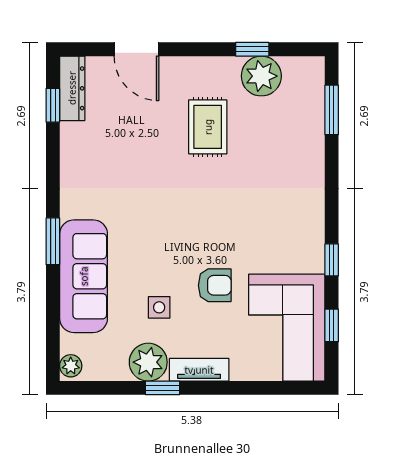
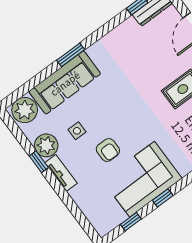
corner sofa: (287, 328) -> (142, 179), moved
plant: (71, 366) -> (25, 110), width x1.87, depth x1.87

